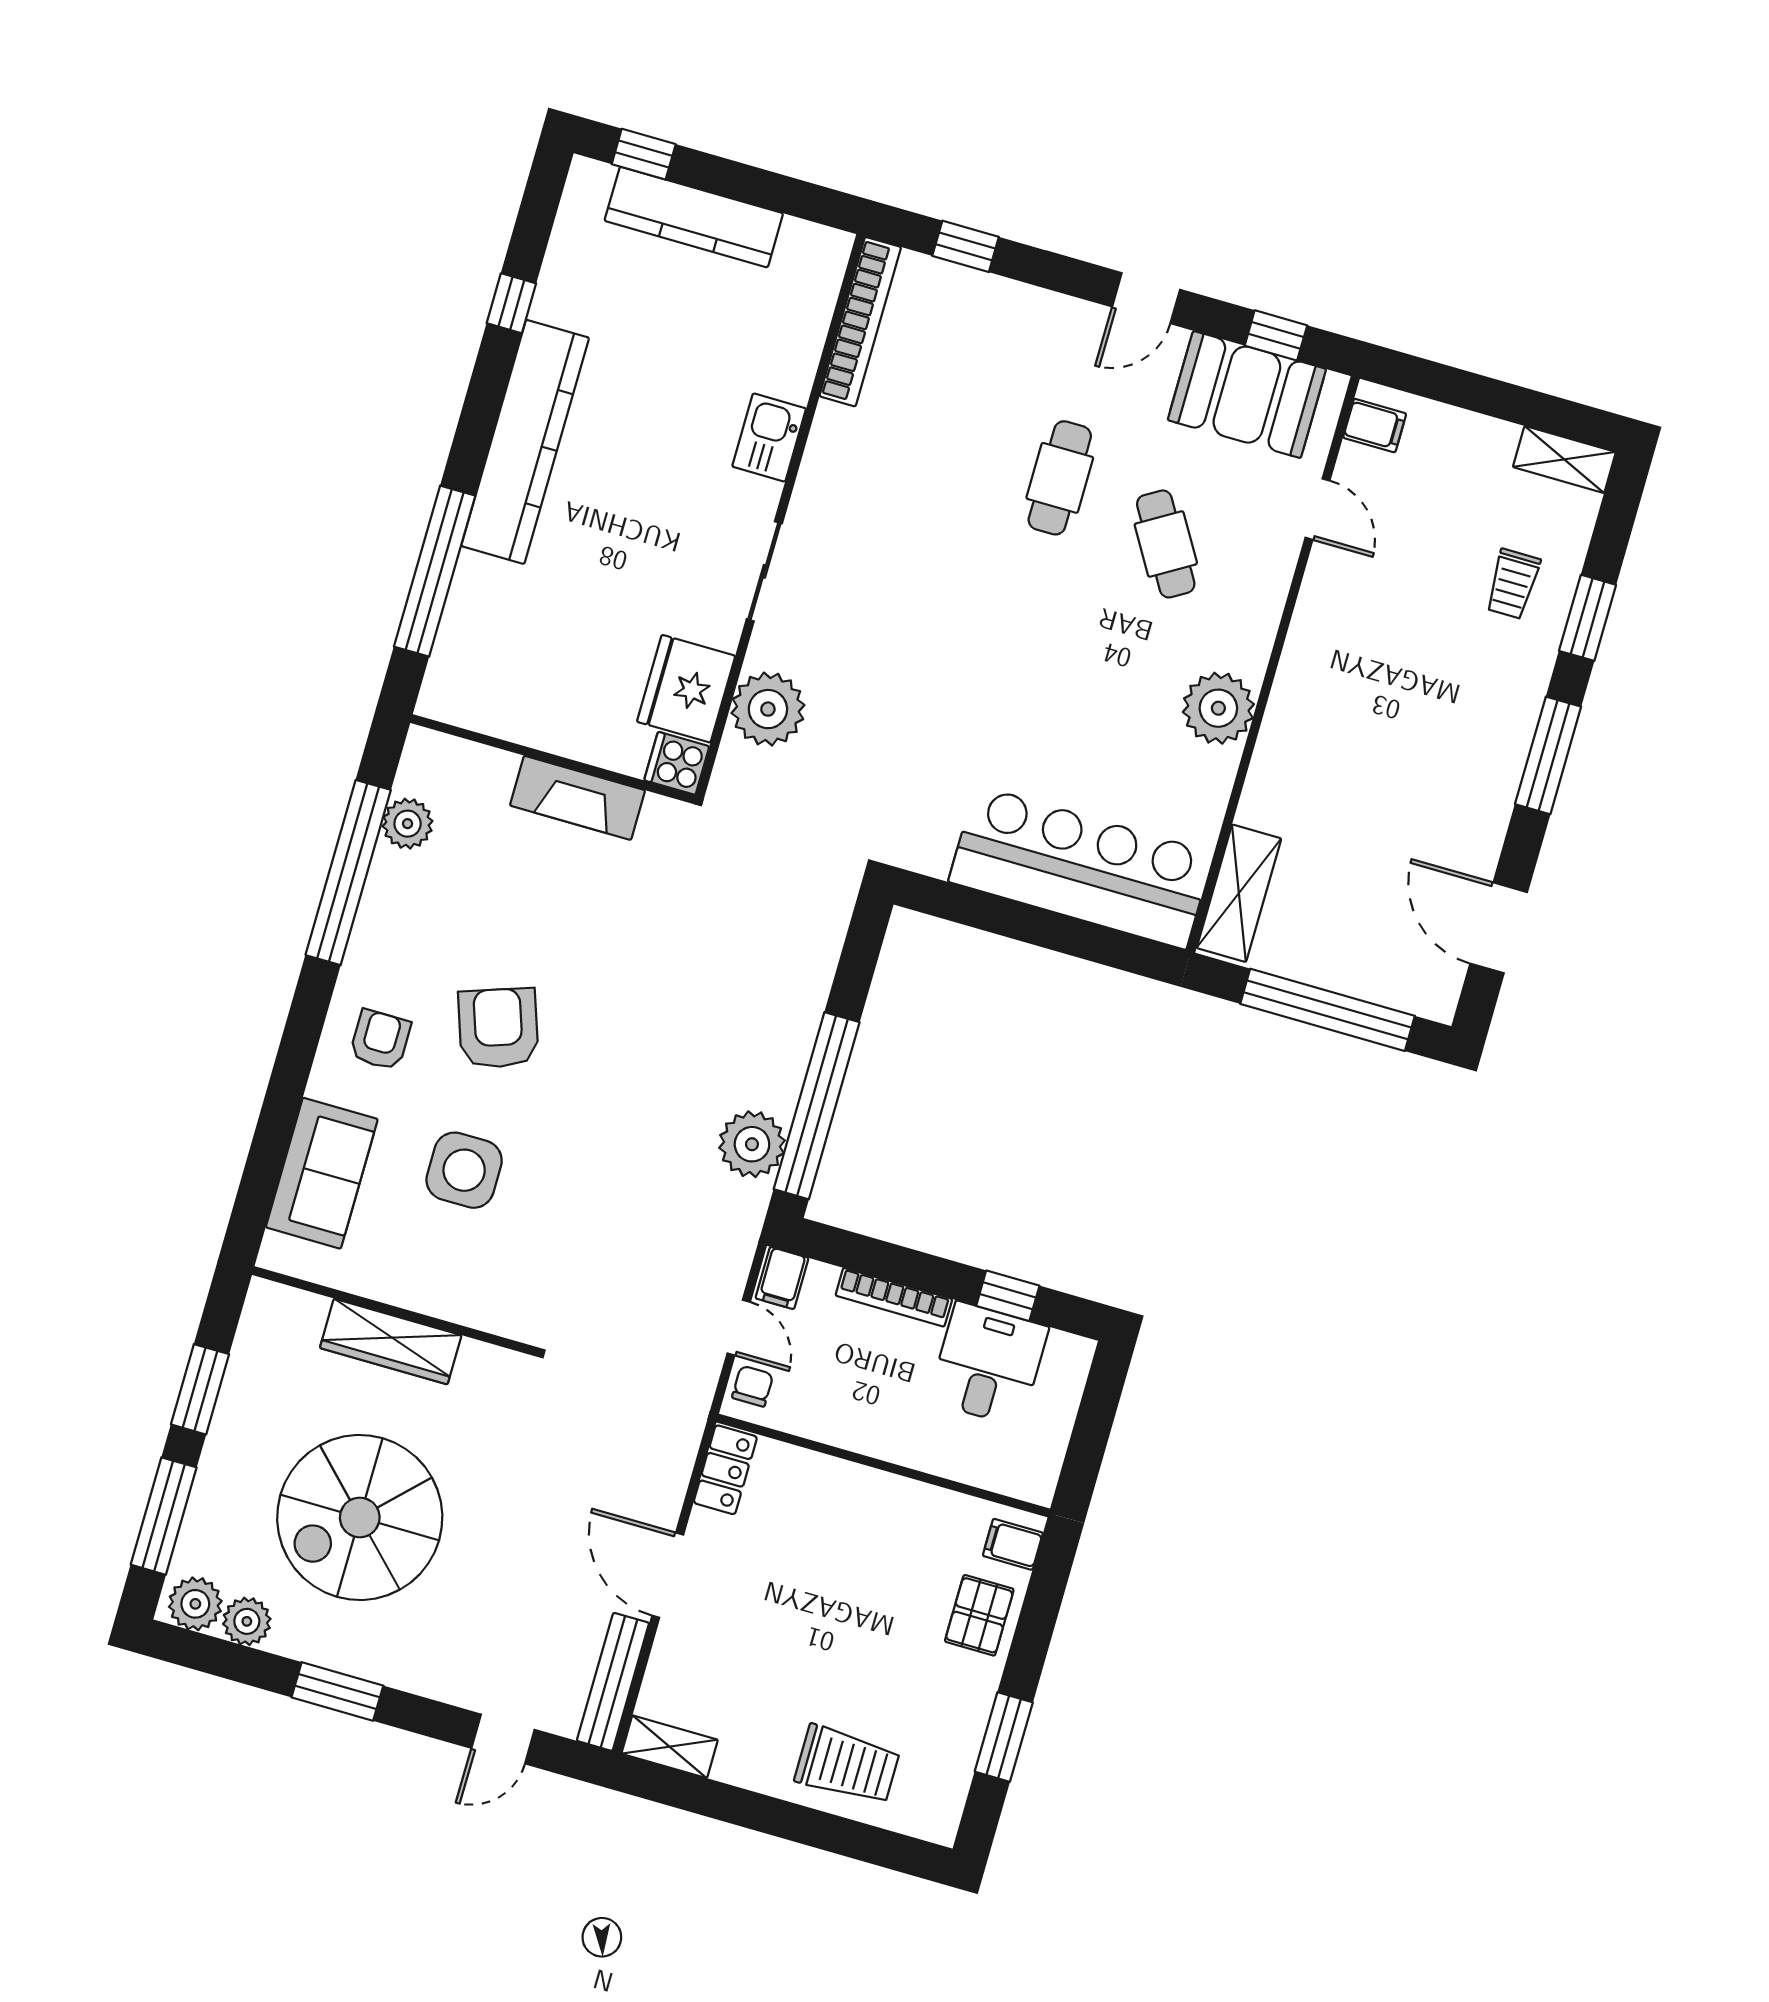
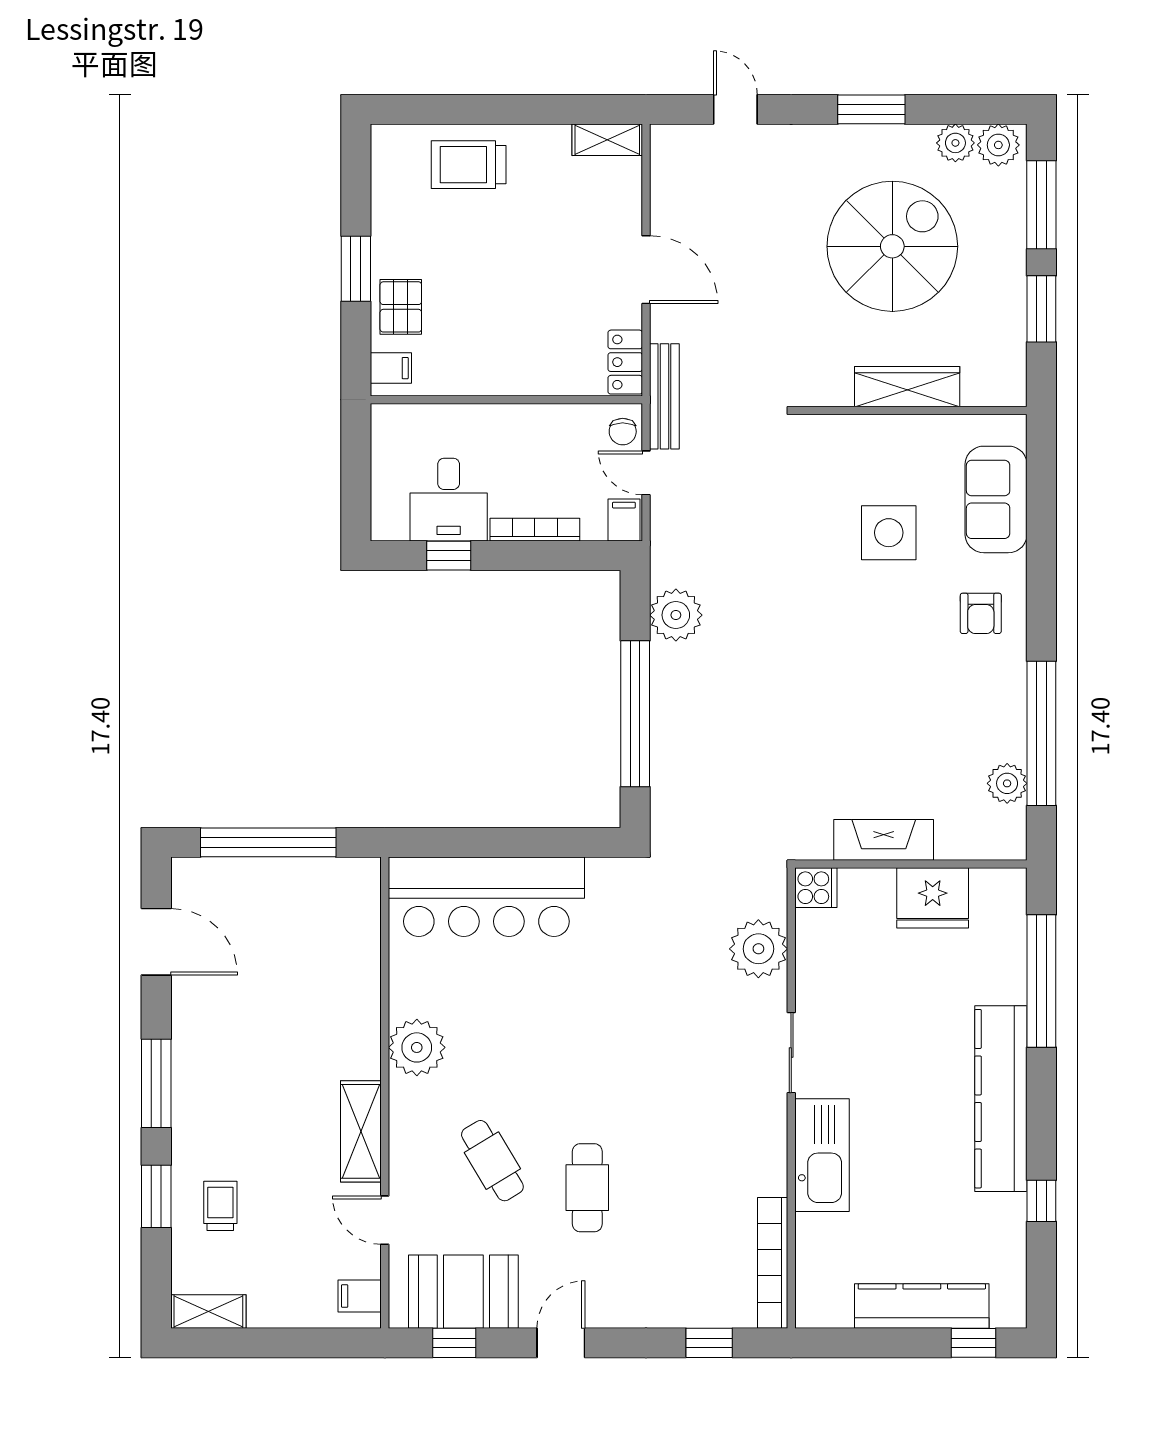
kitchen sink: (769, 437) -> (822, 1155), width x1.87, depth x1.24
fridge: (686, 689) -> (933, 898), moved, turned 90
shelving: (1239, 893) -> (361, 1131), moved
armchair: (498, 1028) -> (894, 648), removed
window: (817, 1106) -> (635, 714), moved
bench: (613, 1682) -> (664, 396), moved
window: (1004, 1737) -> (356, 269), moved
door: (503, 1739) -> (735, 109), hinge flipped

